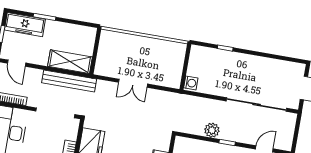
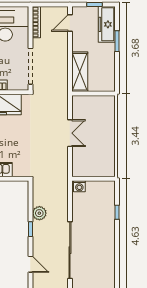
bench: (69, 81) -> (62, 74), removed
double door: (133, 83) -> (70, 133), swing flipped

